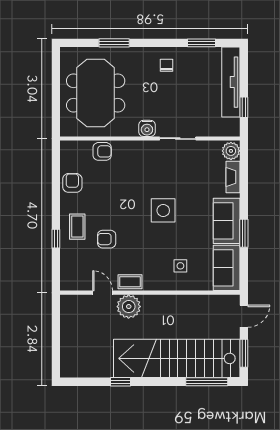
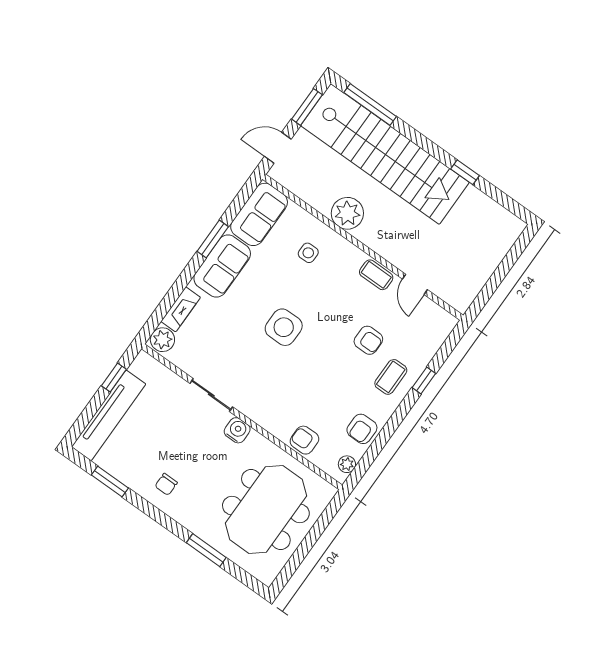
plant: (66, 155) -> (347, 464), added
plant: (129, 307) -> (347, 213), moved

